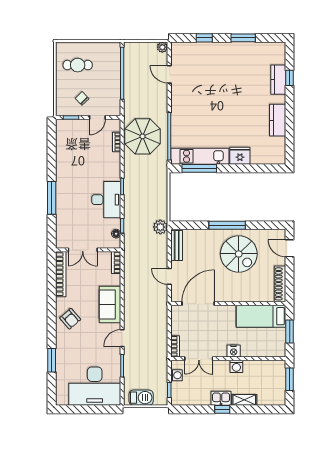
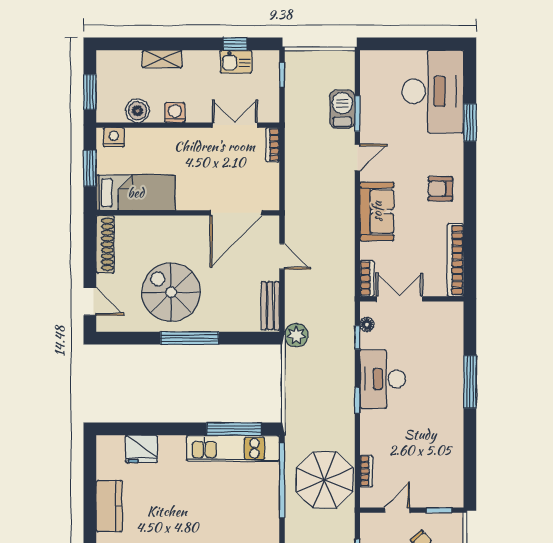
fridge: (240, 156) -> (142, 449), moved
double door: (83, 250) -> (399, 299), moved
armchair: (70, 319) -> (440, 189), turned -49
nightstand: (234, 351) -> (114, 137), moved
boiler: (260, 368) -> (137, 111), added
washing machine: (177, 375) -> (270, 98), removed
desk: (95, 386) -> (433, 91), moved, turned 90
barbecue: (141, 398) -> (342, 109), moved, turned 90
kitchen sink: (221, 398) -> (236, 62), moved
window: (222, 409) -> (235, 44), moved

